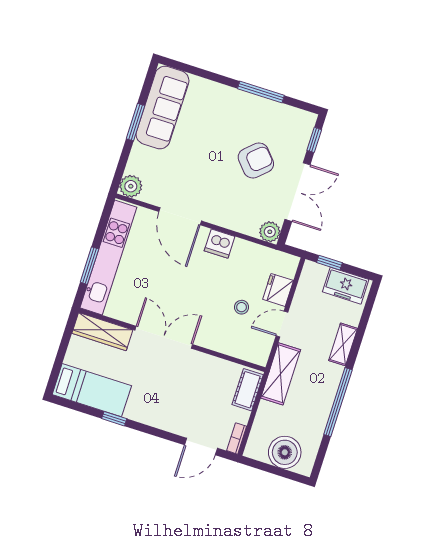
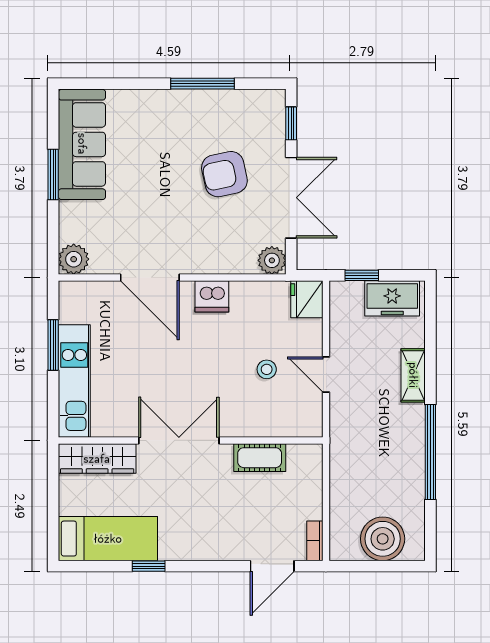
armchair: (256, 160) -> (224, 174), turned -150
kitchen unit: (108, 258) -> (74, 381), width x0.73
window: (89, 266) -> (53, 345), moved
fridge: (278, 290) -> (307, 299), moved
door: (282, 324) -> (326, 374), hinge flipped
shelving: (281, 374) -> (345, 439), removed
cot: (248, 390) -> (260, 458), moved, turned 90

